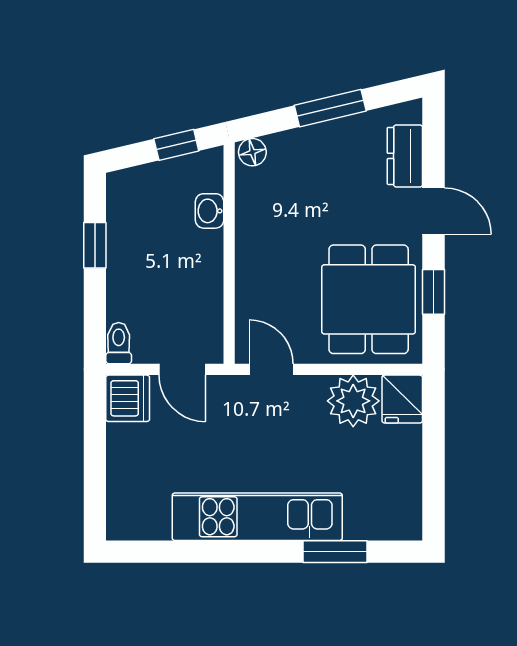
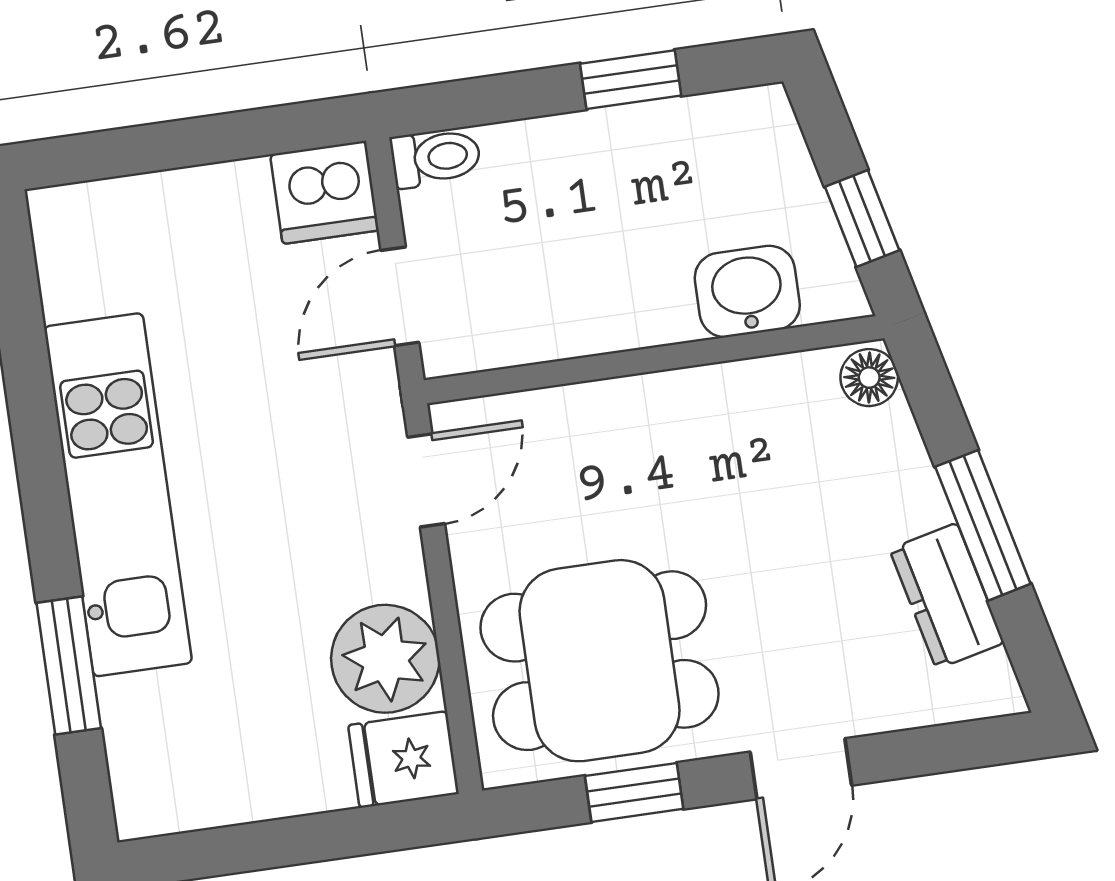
dresser: (405, 156) -> (947, 596), moved, turned -103
washbasin: (210, 211) -> (747, 291), width x1.38, depth x1.45

